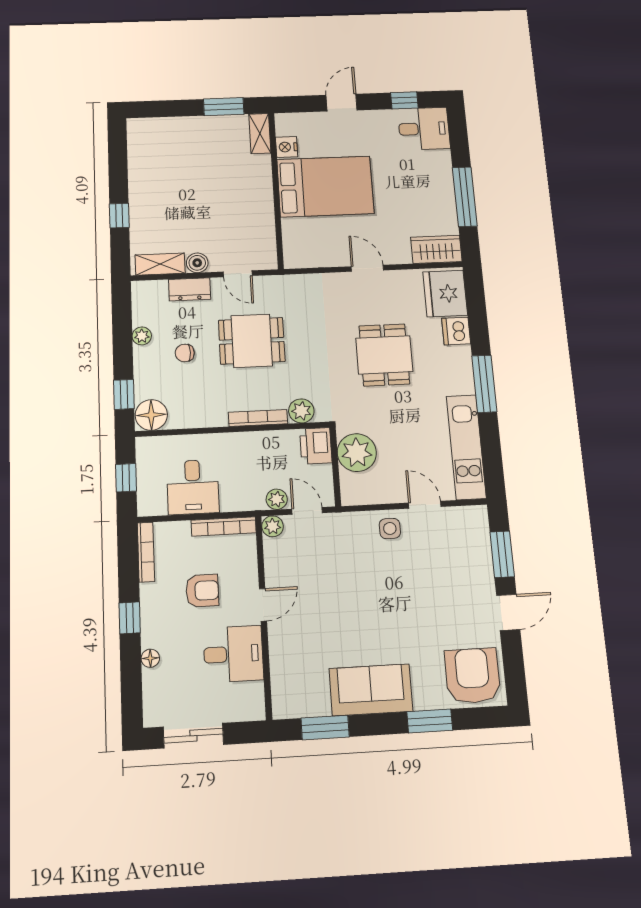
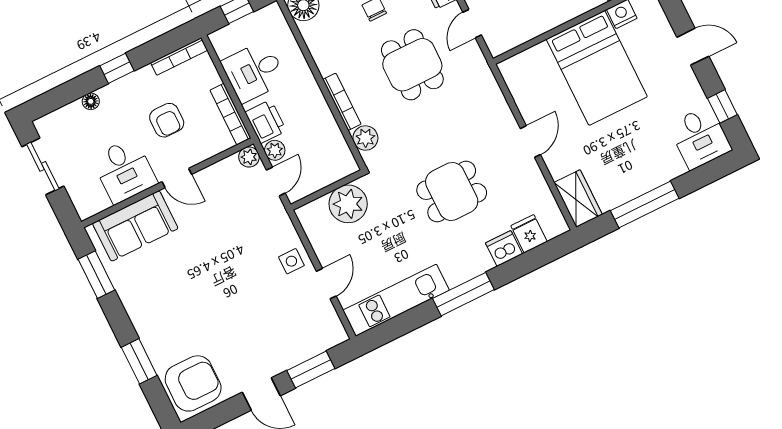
fridge: (445, 293) -> (529, 234), width x0.53, depth x0.75
printer: (316, 446) -> (266, 122), moved, turned 90
sofa: (371, 690) -> (135, 226), moved, turned 90

